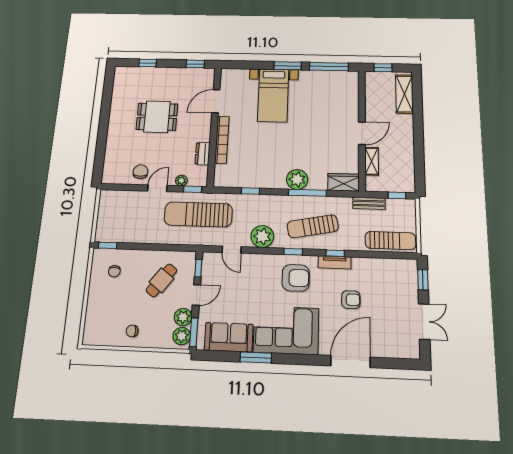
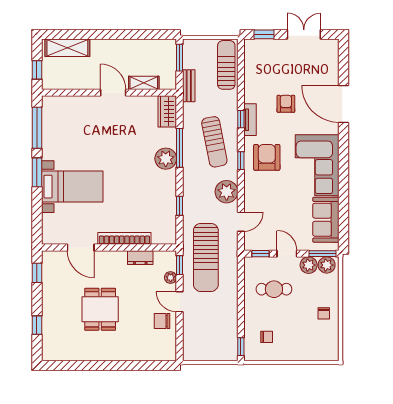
window: (397, 195) -> (180, 58), width x1.50
cafe table: (161, 280) -> (274, 289), turned -37
window: (256, 357) -> (344, 193), removed

